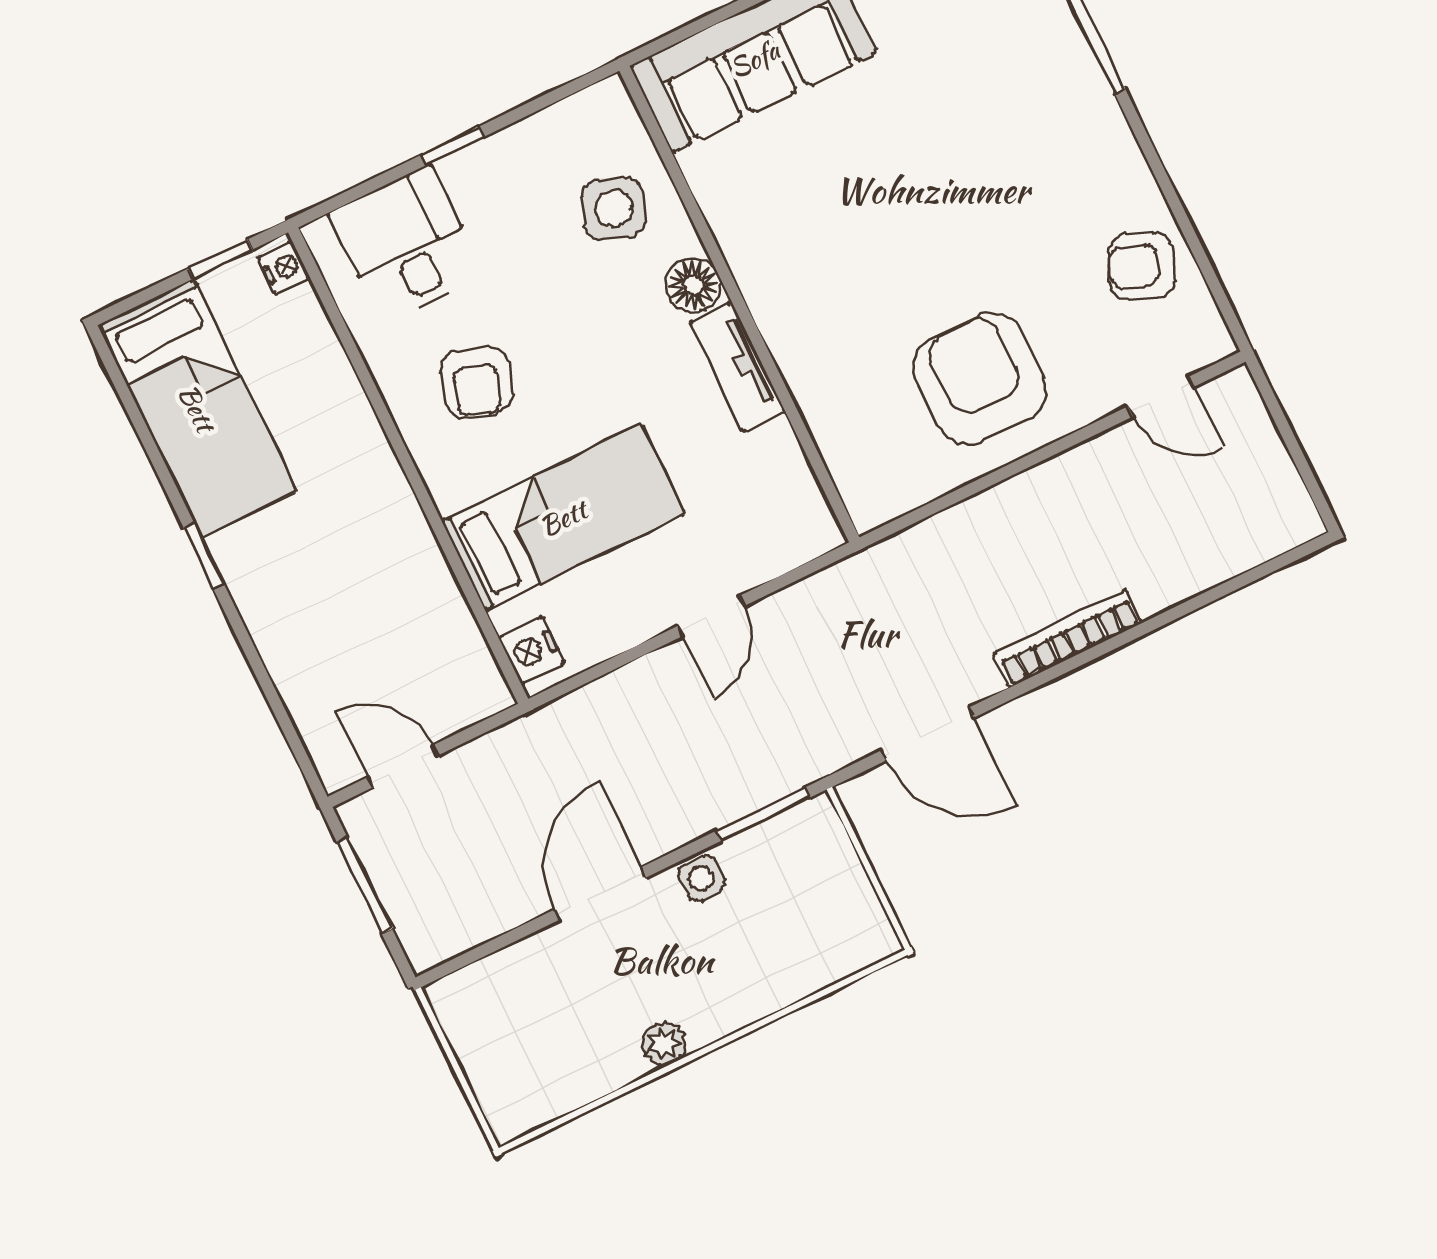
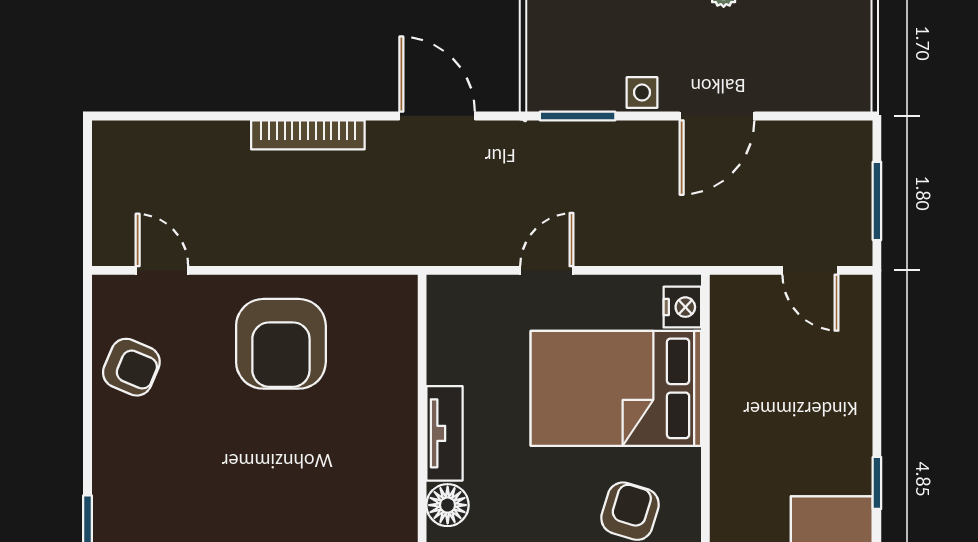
bed: (563, 518) -> (616, 388), width x1.50

